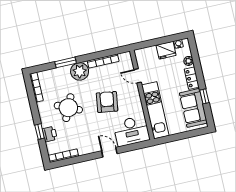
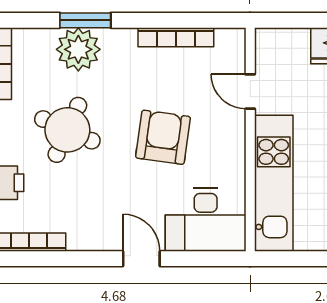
plant: (80, 71) -> (78, 49), moved

